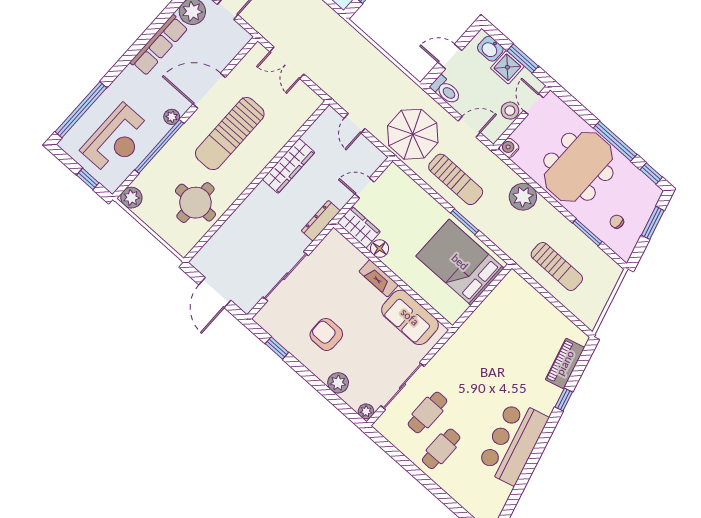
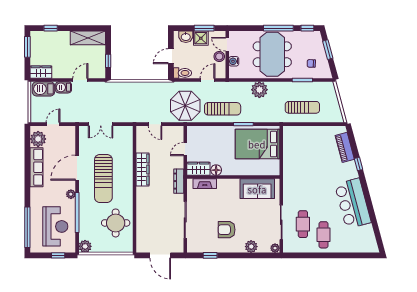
water cooler: (509, 148) -> (234, 61), moved
fireplace: (379, 278) -> (205, 184), moved

